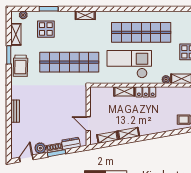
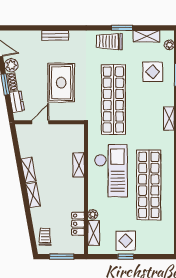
locker: (146, 92) -> (78, 224), moved
rug: (55, 106) -> (61, 83), added
shelving: (107, 137) -> (33, 195), moved

